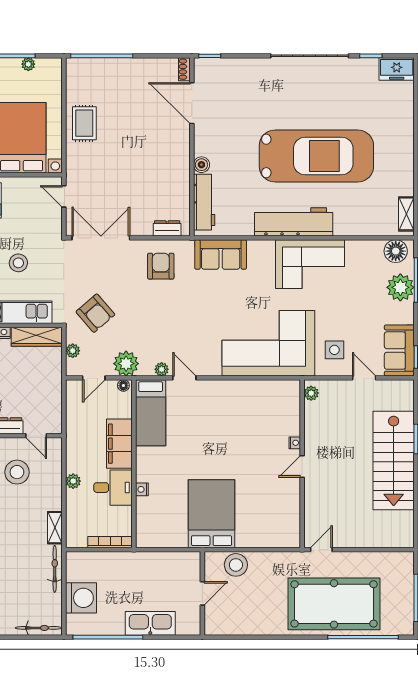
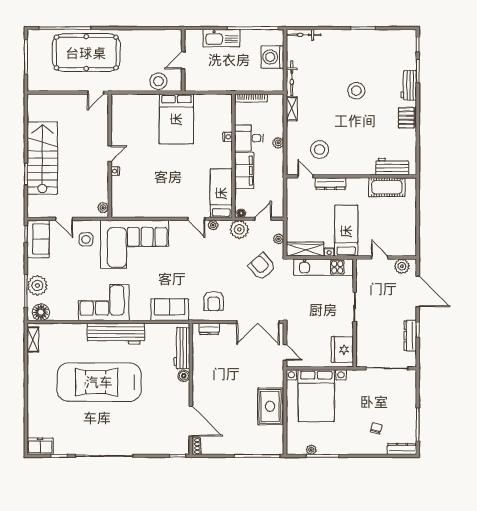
rug: (84, 123) -> (270, 406), width x1.36, depth x1.43
stool: (18, 263) -> (319, 303), removed

